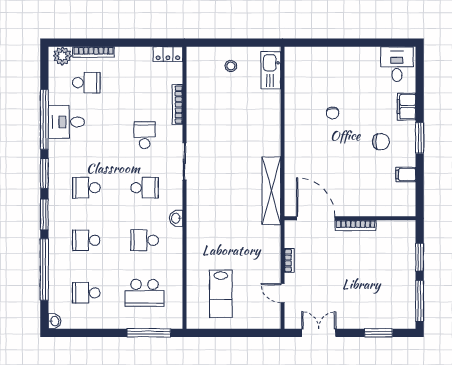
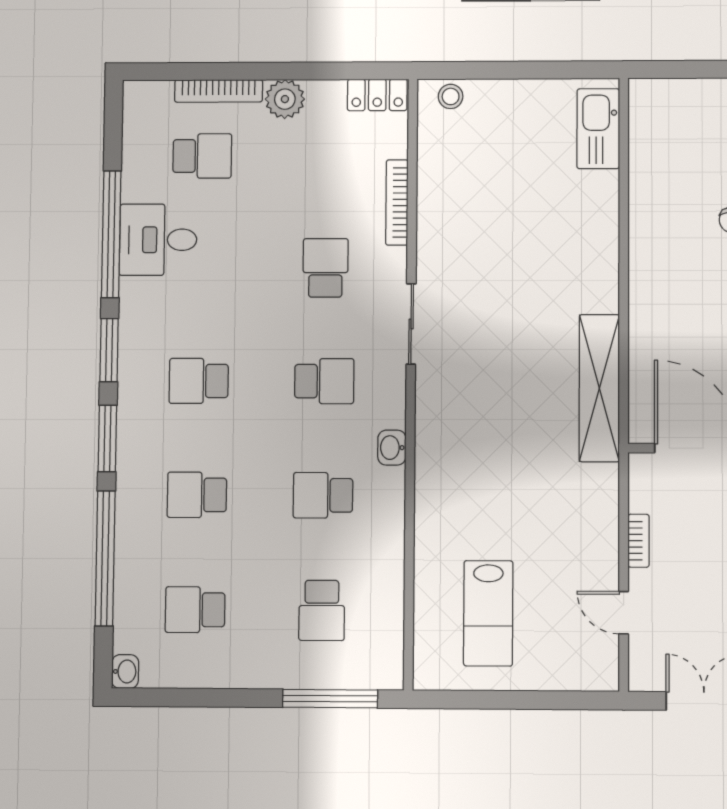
plant: (62, 56) -> (285, 99), moved
stool: (231, 66) -> (451, 96), moved
school desk: (145, 293) -> (322, 610), width x0.54

